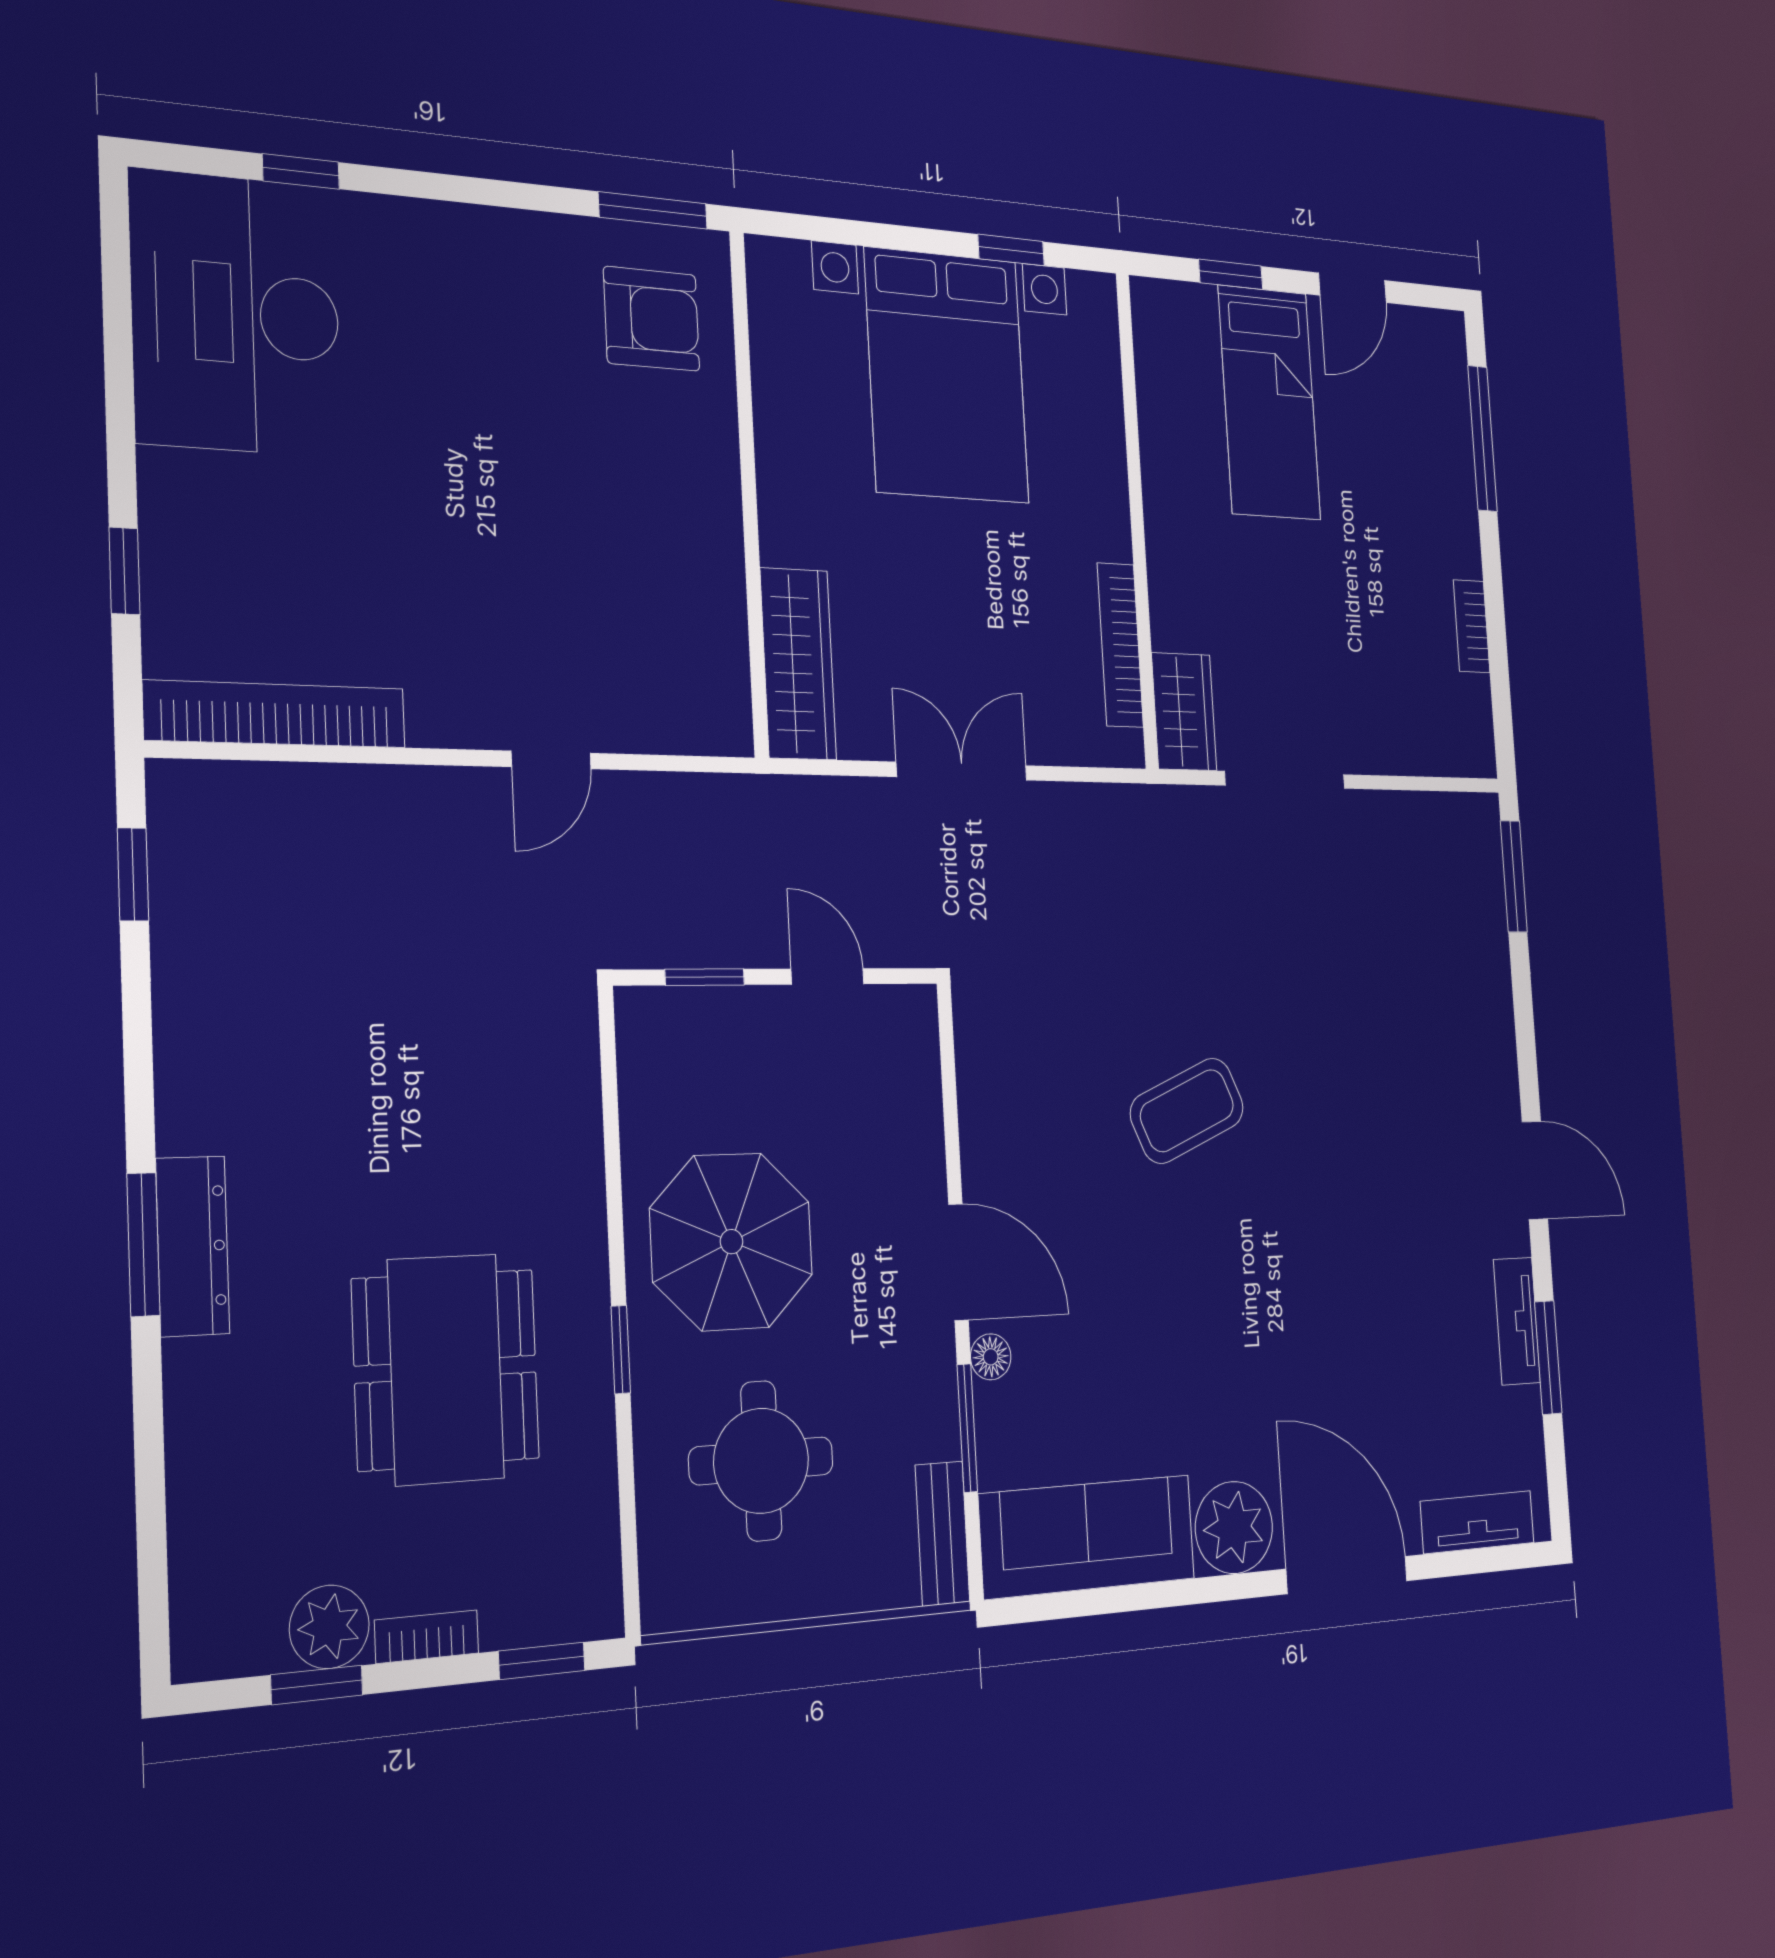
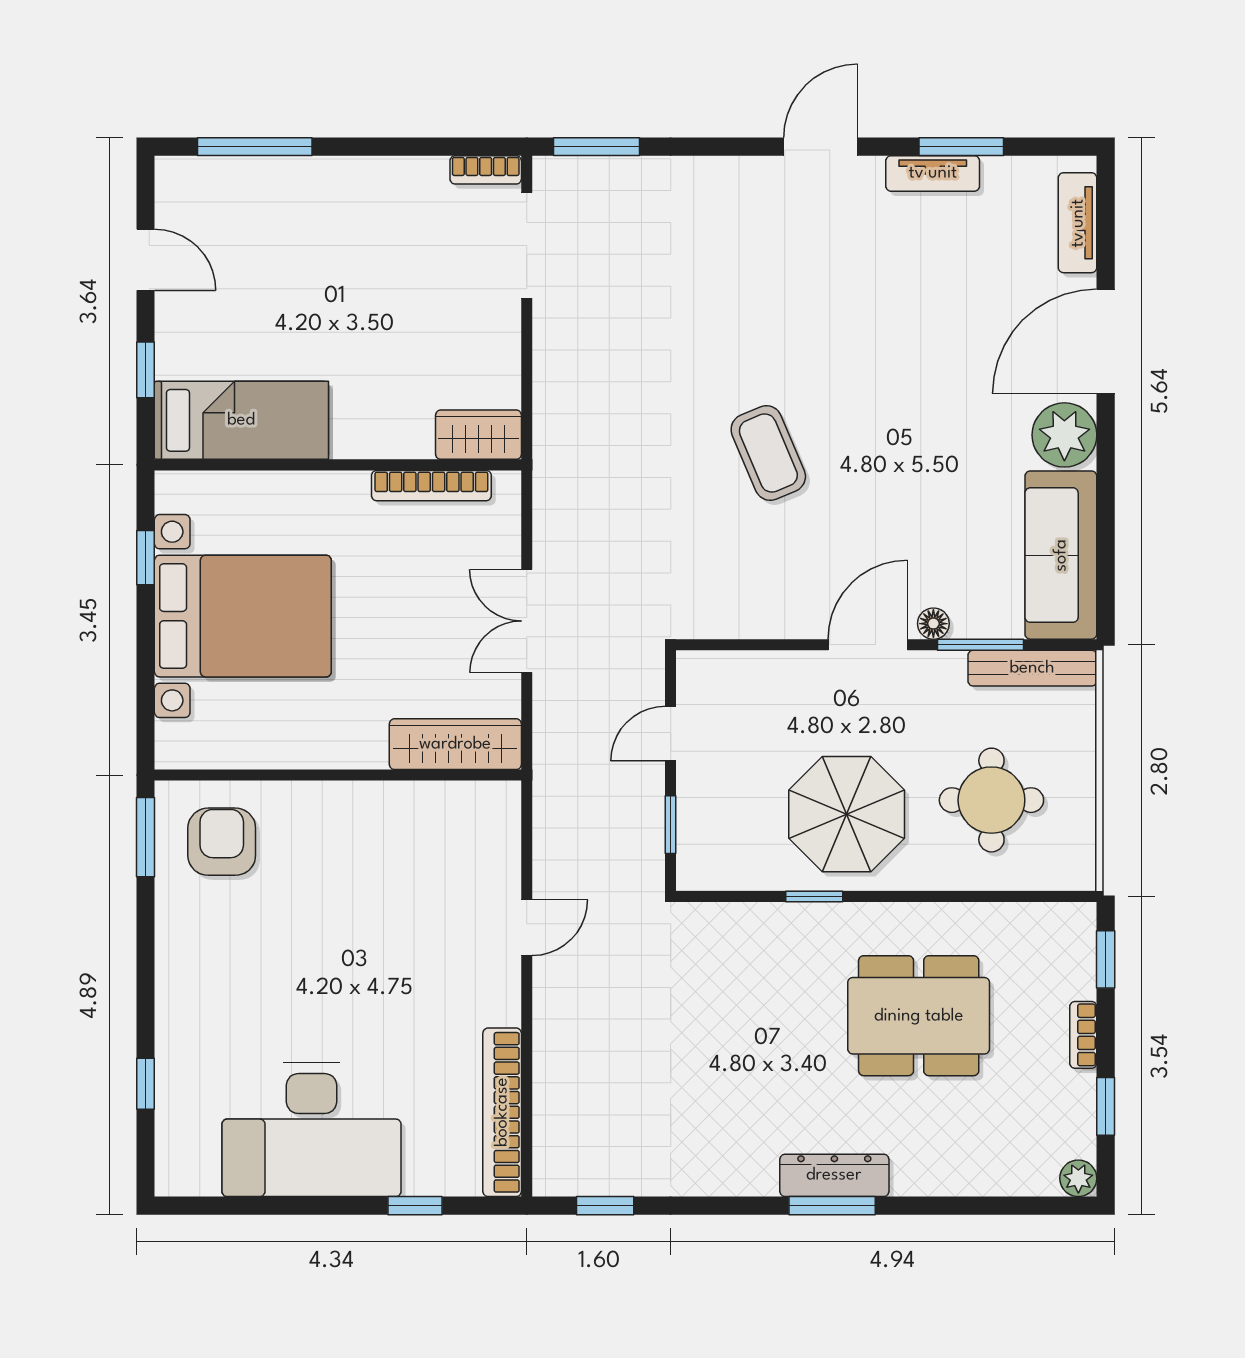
desk: (236, 314) -> (312, 1130), moved
bed: (1269, 403) -> (241, 420), moved
bookcase: (1472, 626) -> (486, 170), moved
door: (551, 760) -> (527, 928), hinge flipped
doorway: (1285, 780) -> (527, 245), moved
window: (621, 1350) -> (814, 896), moved
bench: (942, 1533) -> (1032, 668), width x1.36
plant: (329, 1627) -> (1078, 1178), moved, width x0.73, depth x0.73

